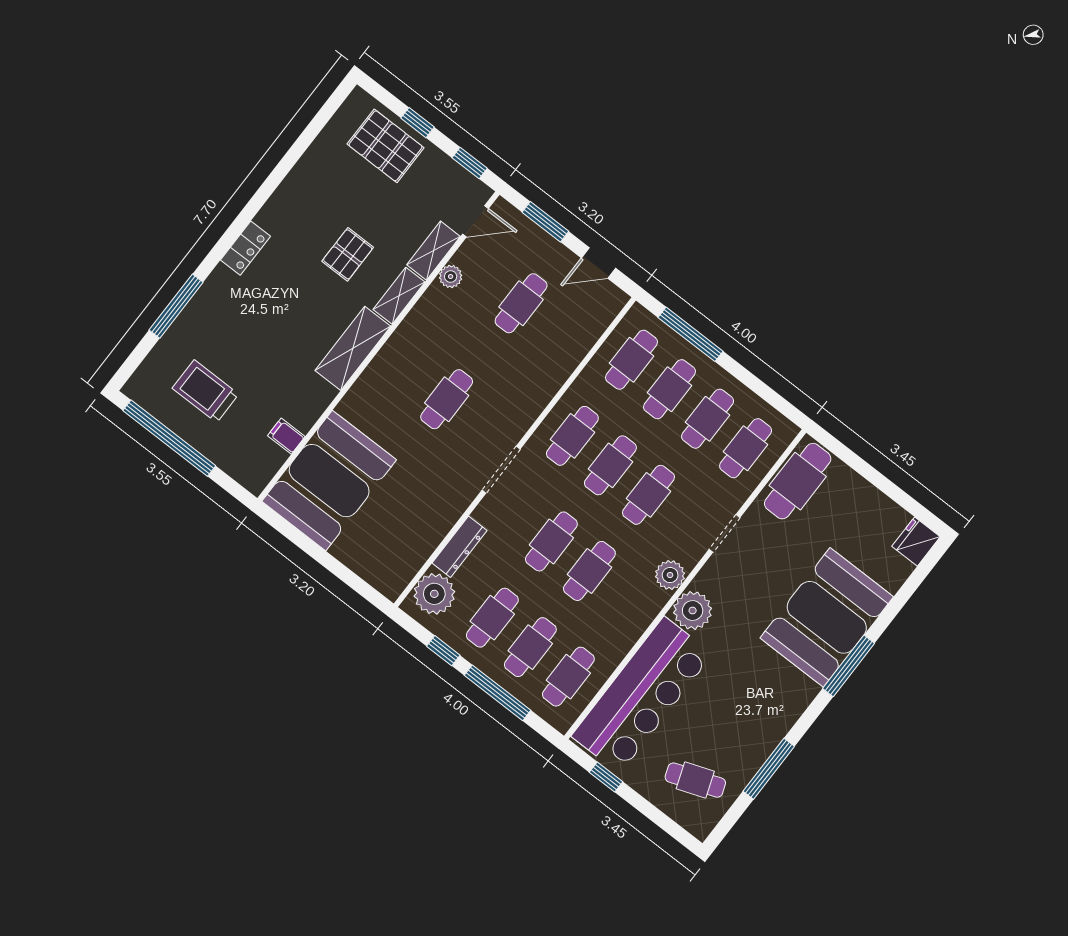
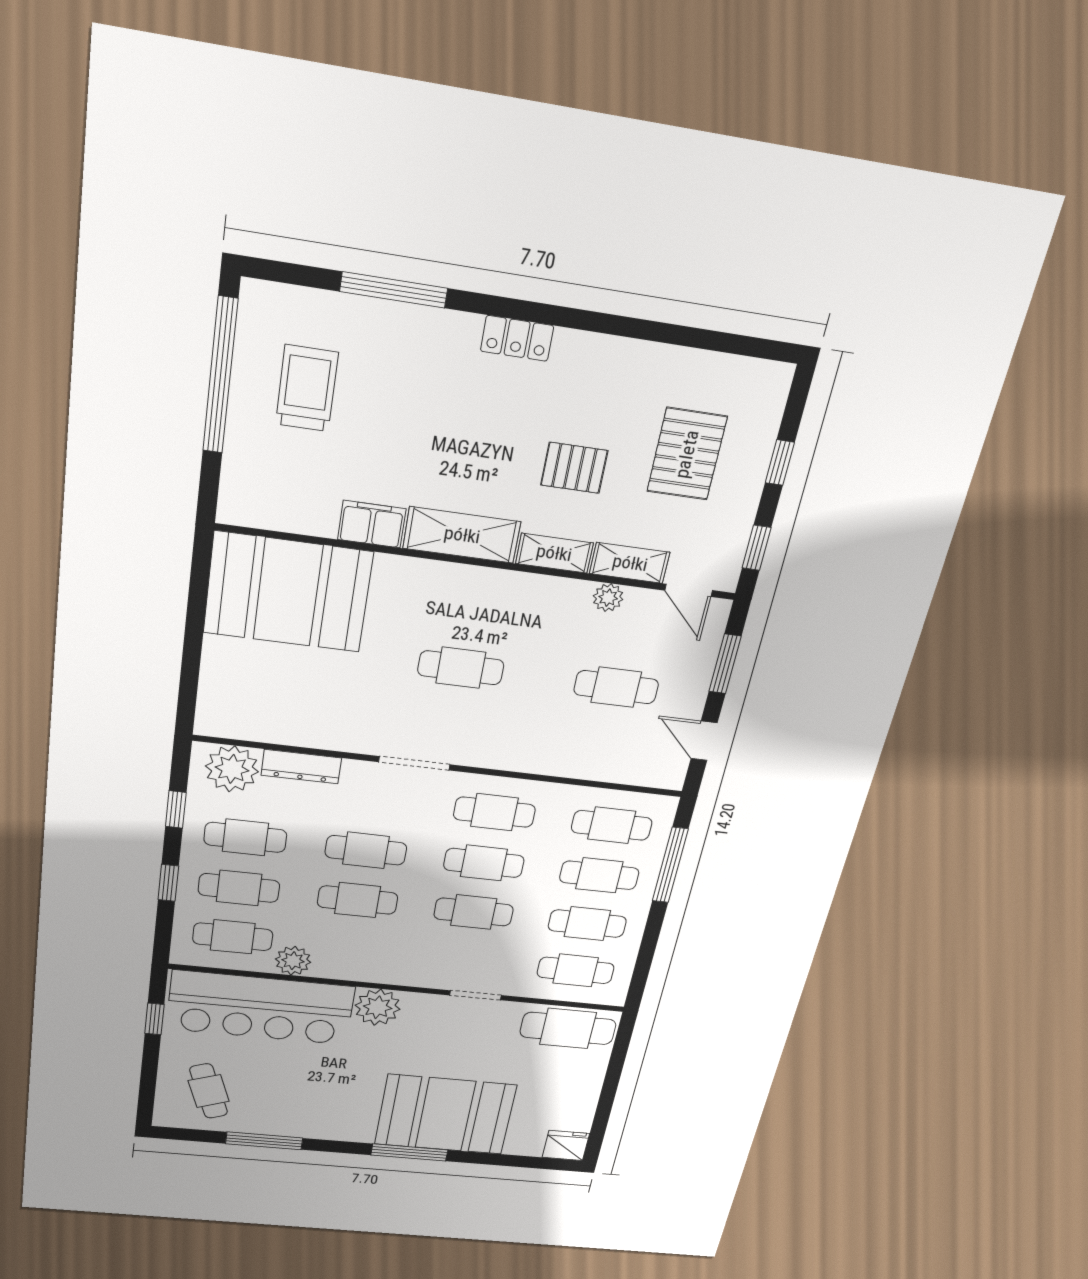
pallet: (386, 146) -> (687, 454), moved
filing cabinet: (286, 436) -> (372, 524), moved, width x2.00
plant: (670, 575) -> (293, 961), moved
window: (498, 693) -> (168, 883), width x0.46

